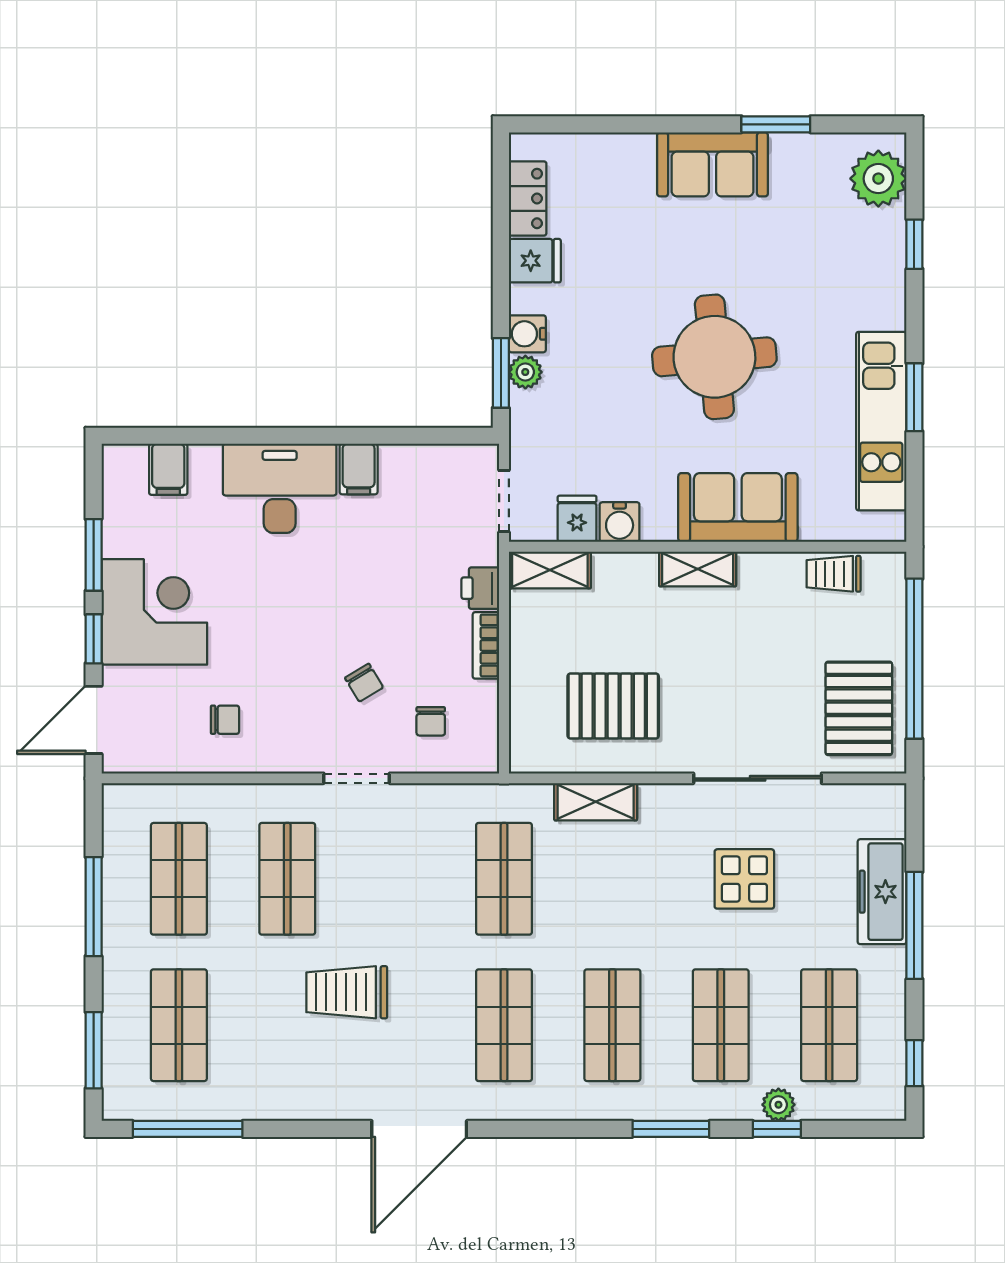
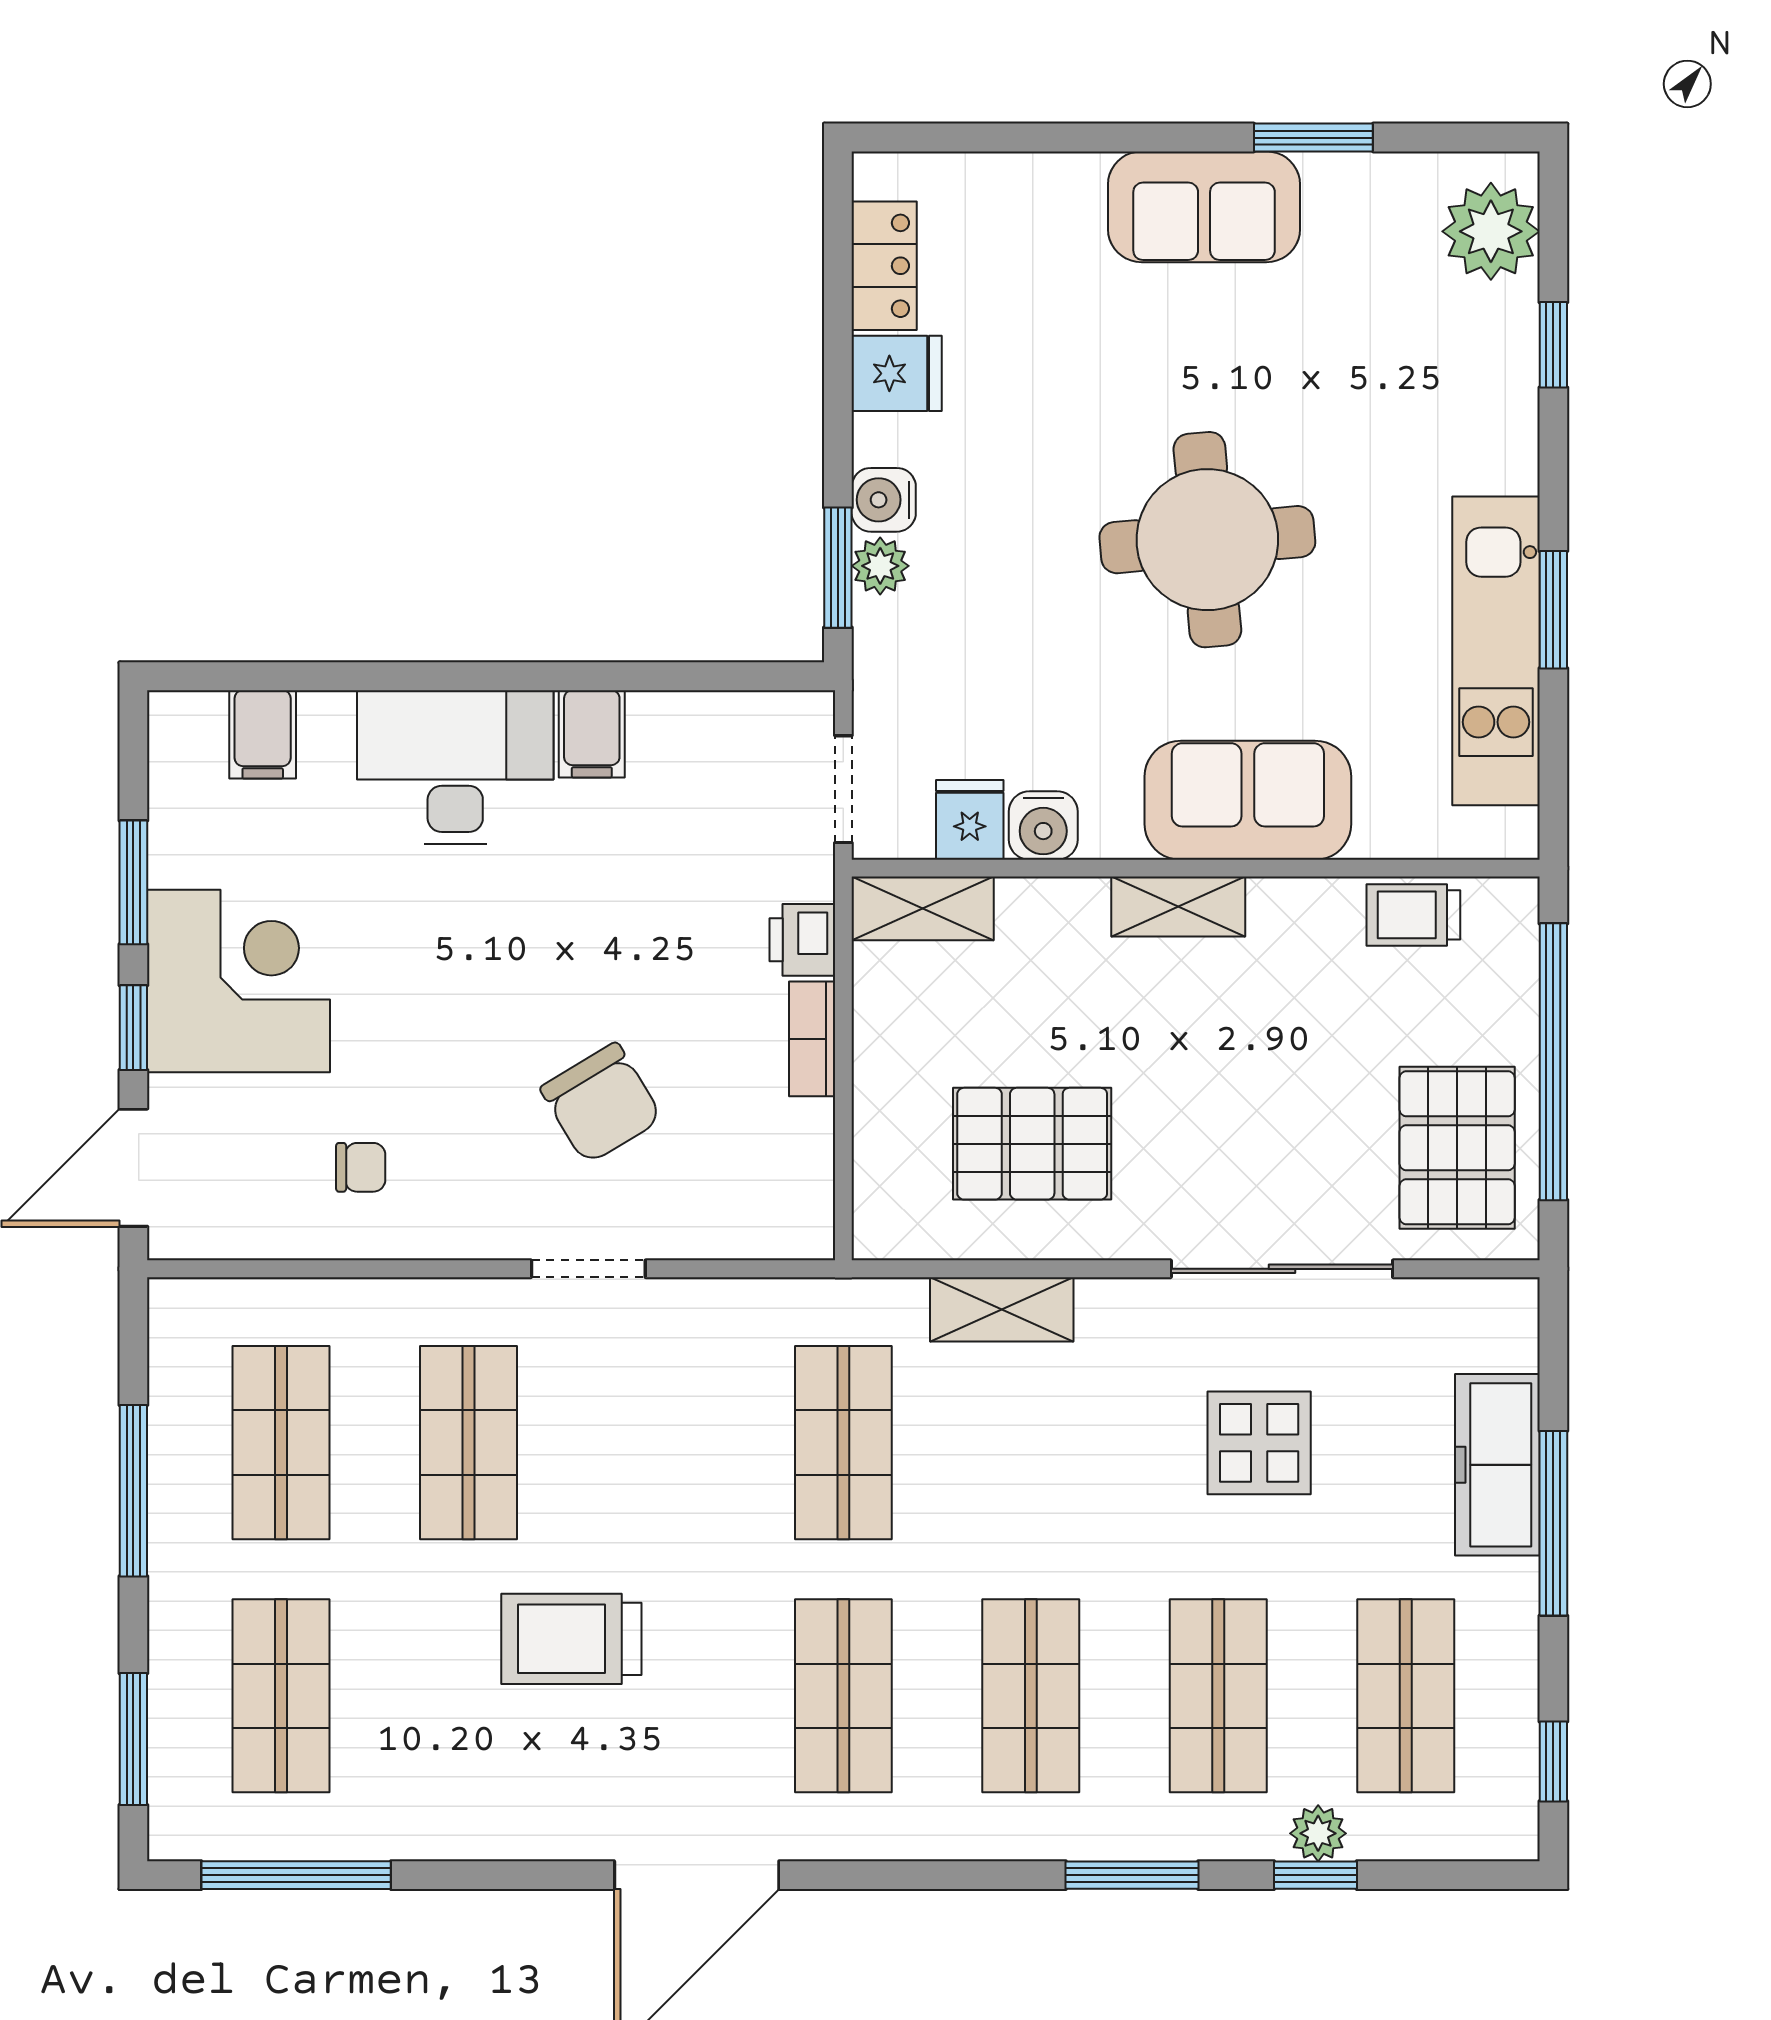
chair: (364, 683) -> (601, 1103), width x1.87, depth x1.87
chair: (431, 721) -> (717, 1170), removed

